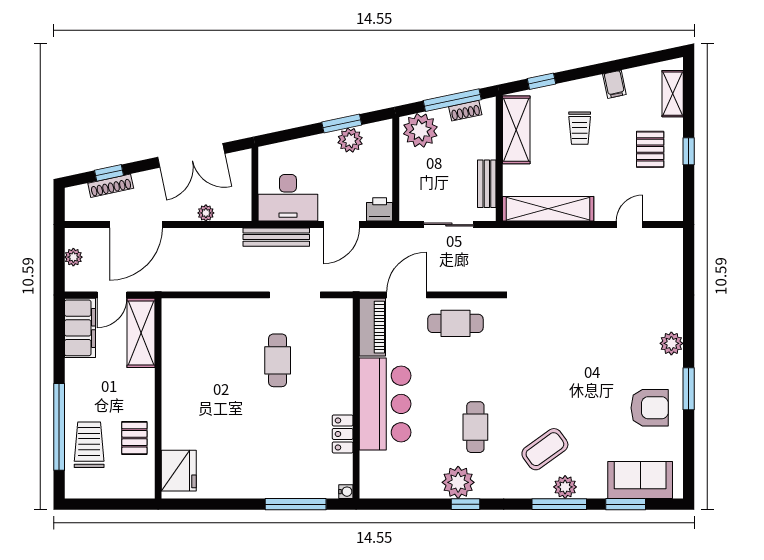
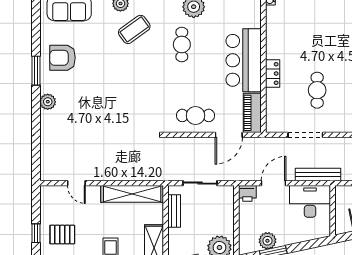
pallet: (650, 149) -> (62, 235), turned 90
door: (630, 225) -> (76, 183), hinge flipped
locker: (343, 434) -> (273, 73), moved

